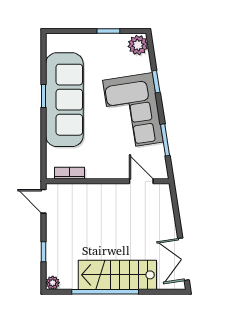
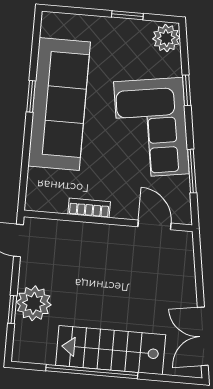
bookcase: (70, 173) -> (89, 208), moved
plant: (53, 283) -> (34, 303), moved, width x1.87, depth x1.87

